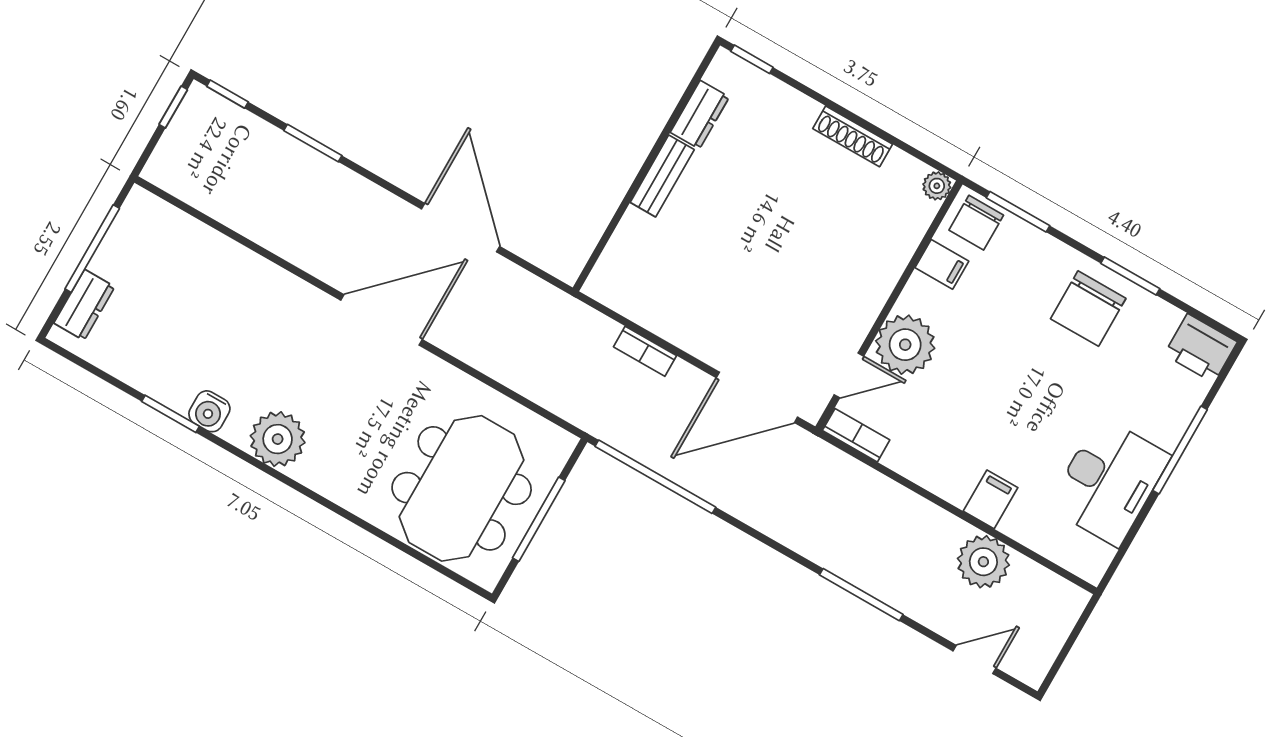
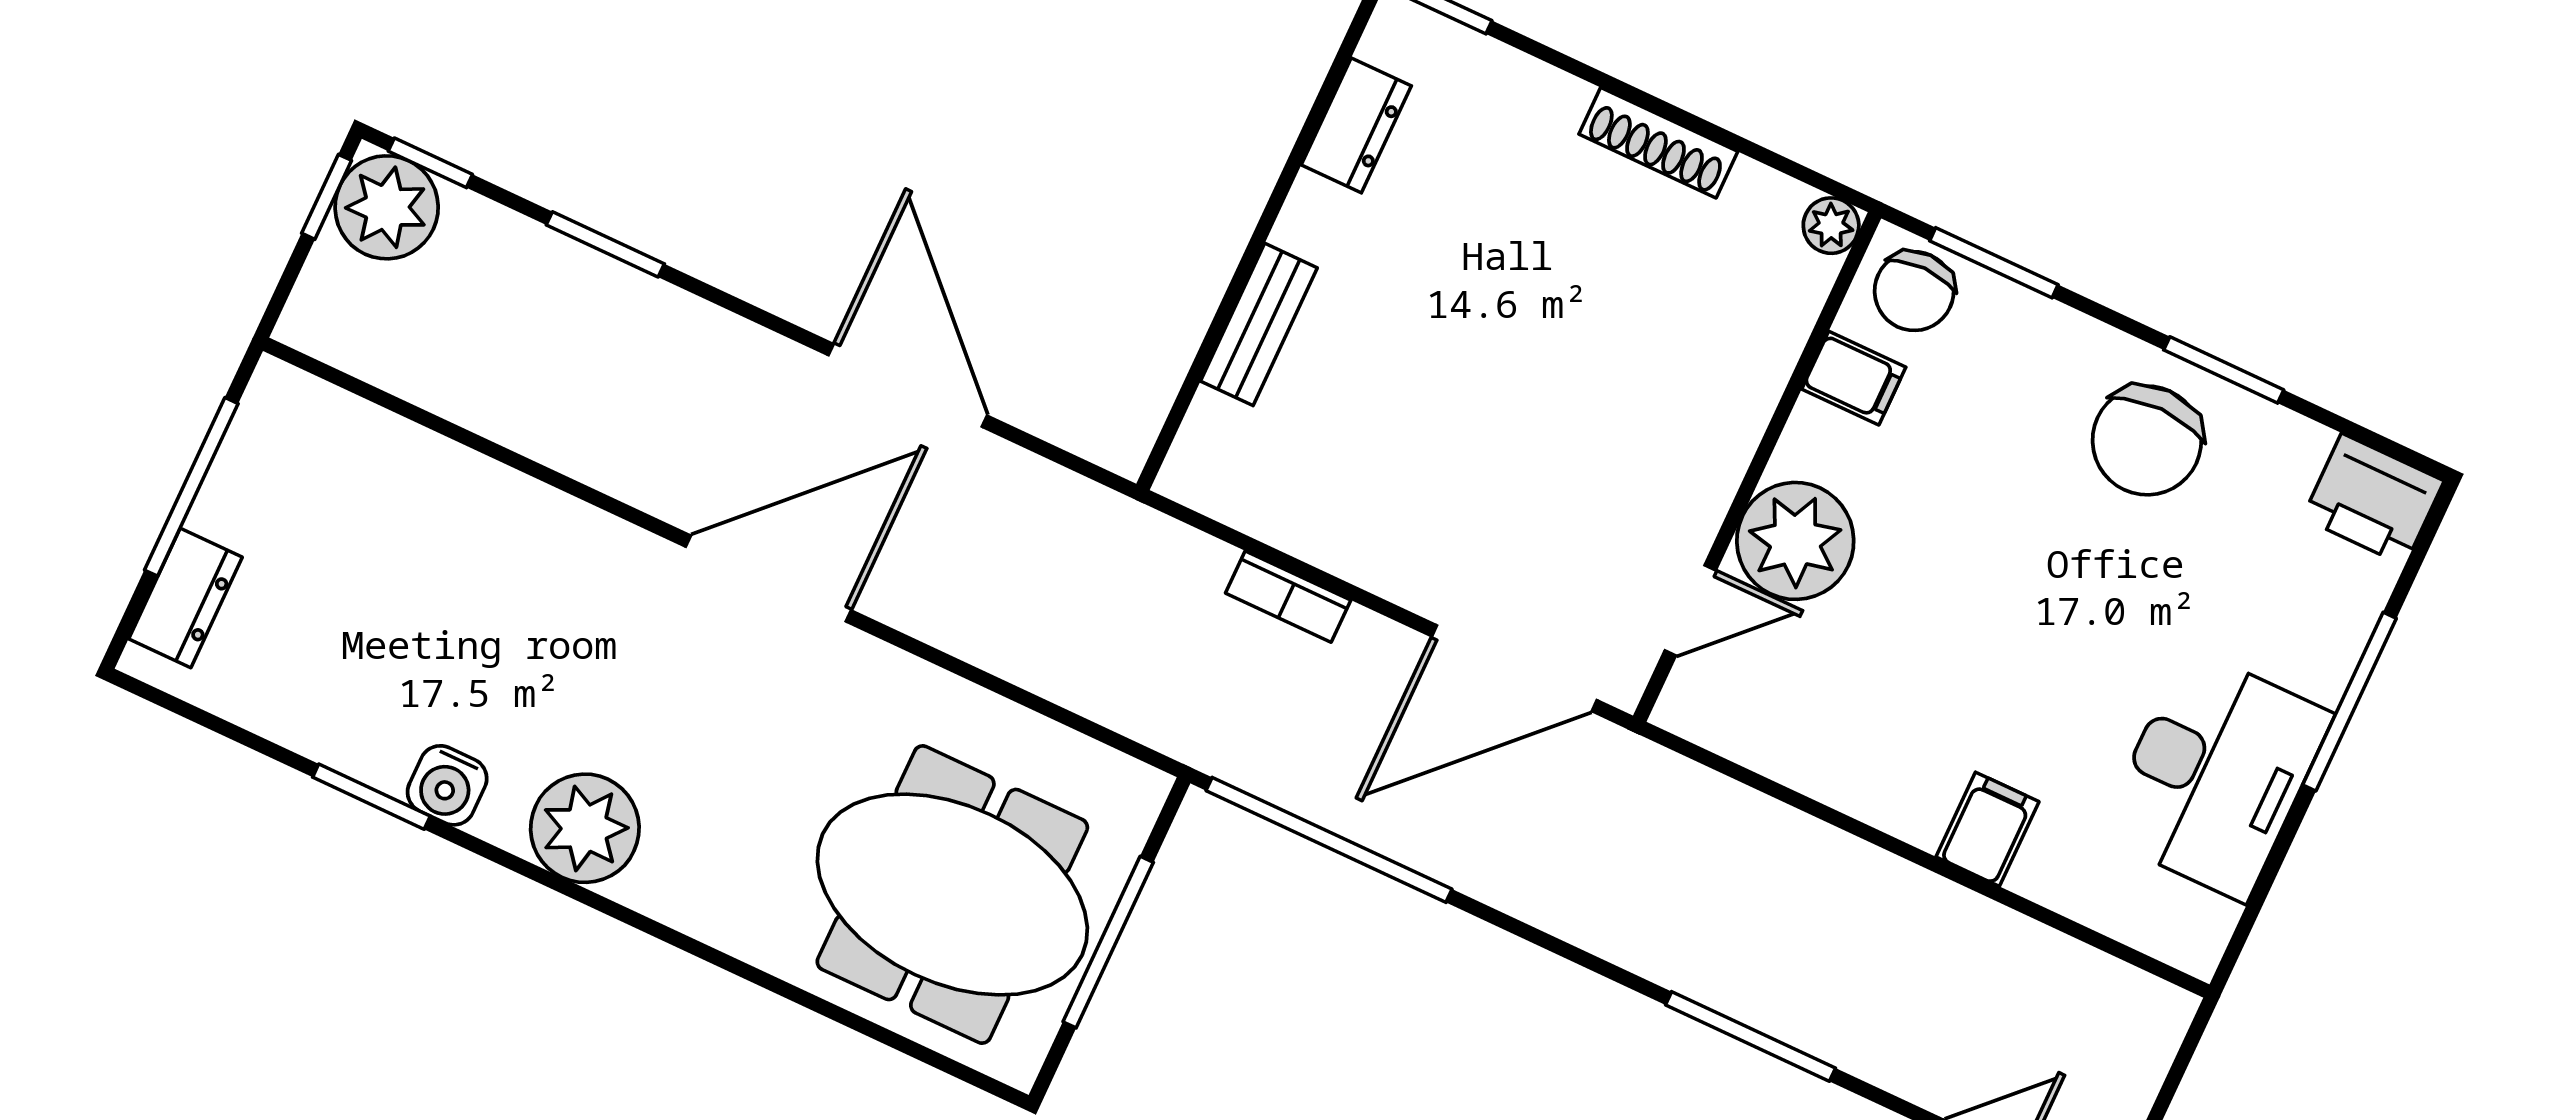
bench: (662, 176) -> (1259, 324), moved
bookcase: (856, 435) -> (1714, 726), removed
meeting table: (462, 488) -> (952, 895), turned 90
plant: (983, 562) -> (387, 207), moved

